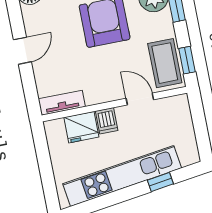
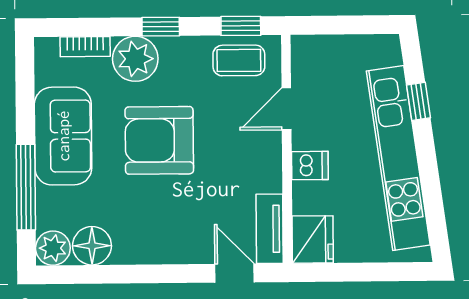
door: (22, 51) -> (235, 273), moved
coffee table: (165, 63) -> (239, 60), width x0.73, depth x0.77
fridge: (81, 127) -> (313, 239), moved

